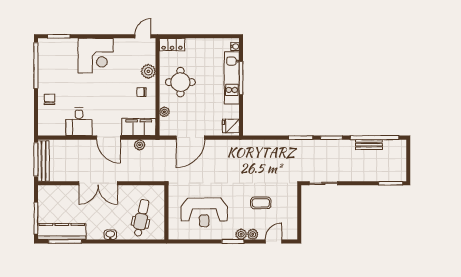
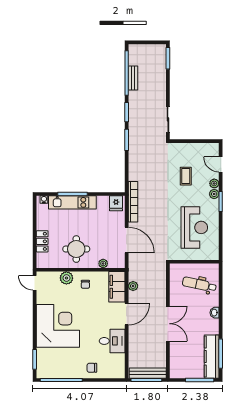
locker: (172, 45) -> (42, 241), moved
corner desk: (96, 56) -> (58, 326), width x1.36, depth x1.36
bookcase: (233, 145) -> (133, 202), added

